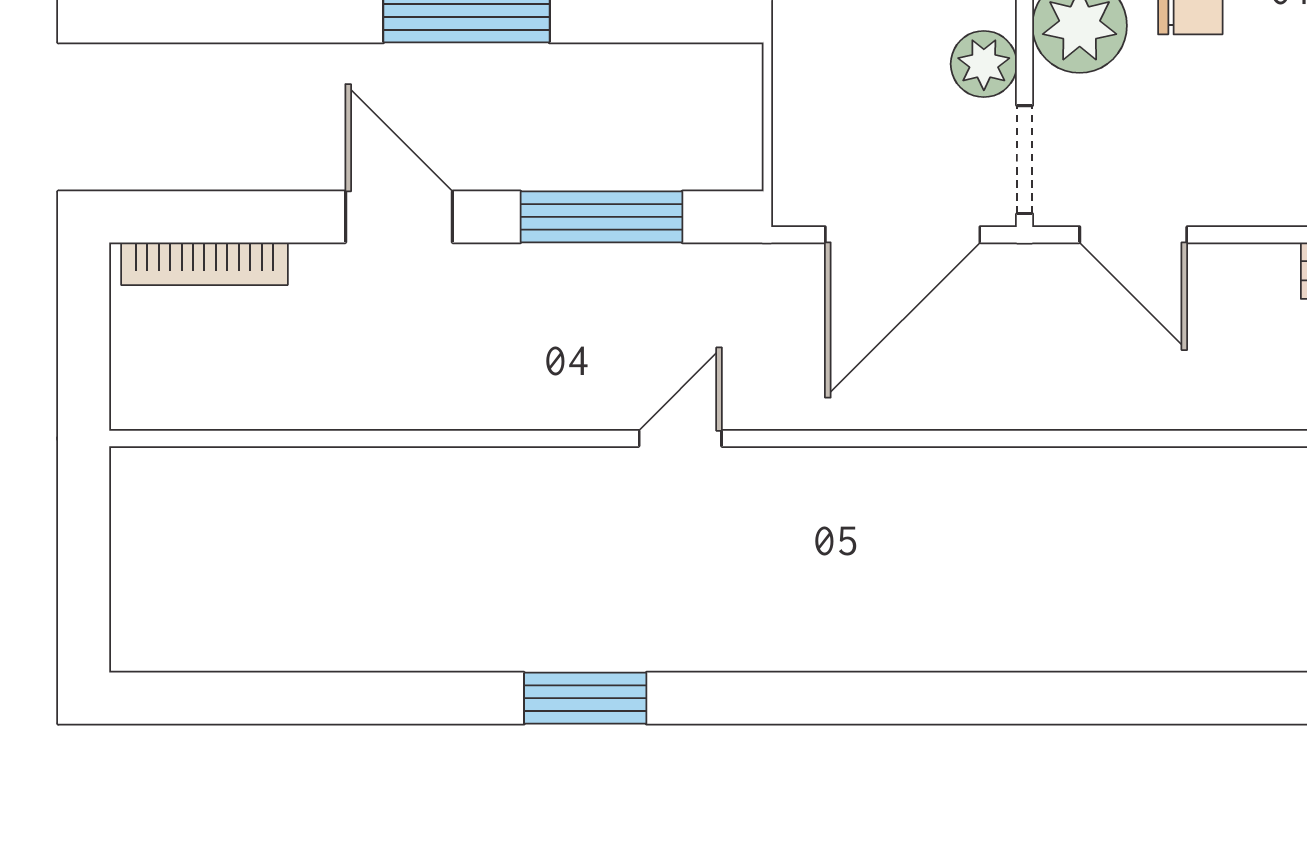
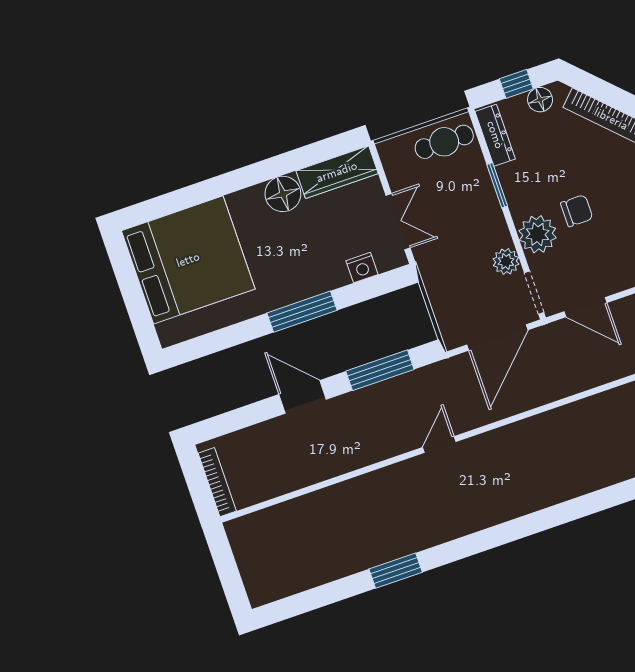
bookcase: (204, 264) -> (217, 482), moved, turned -90
window: (585, 698) -> (396, 571), moved

